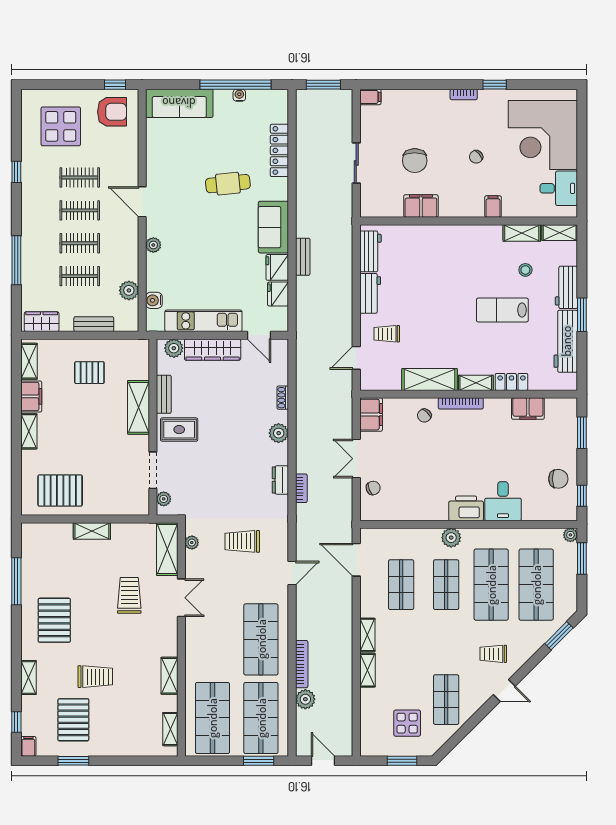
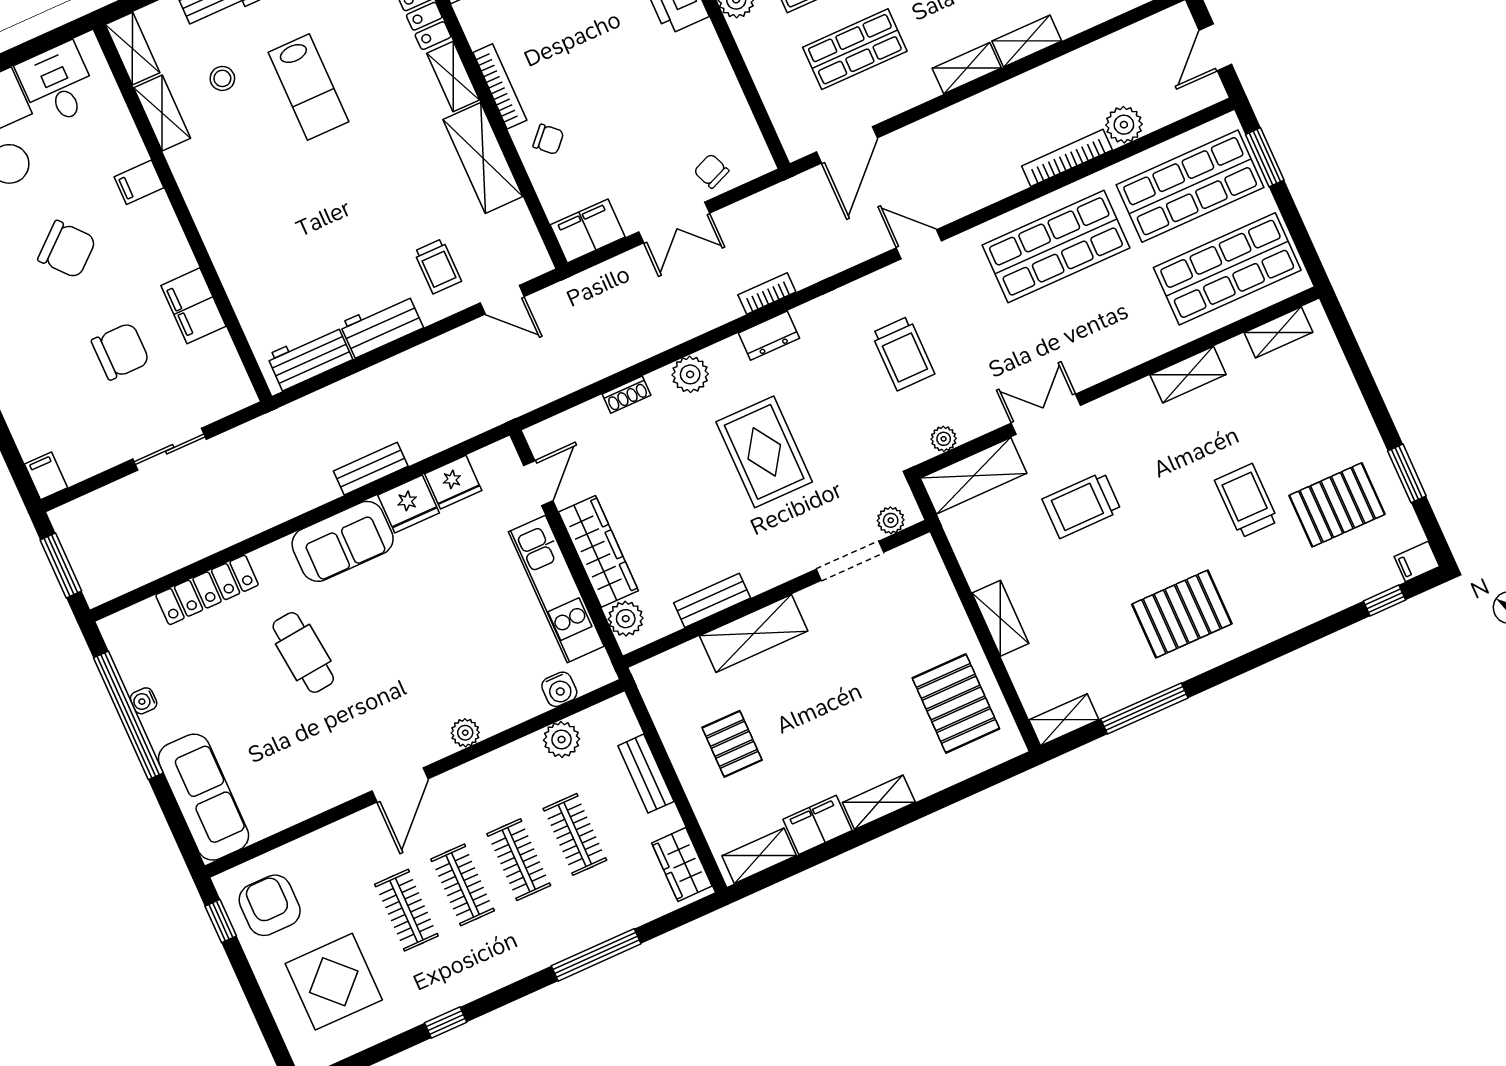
chair: (476, 157) -> (67, 249), width x1.87, depth x1.87
rug: (179, 430) -> (764, 452), moved, width x1.36, depth x1.43
shelving: (29, 678) -> (1064, 720), moved

